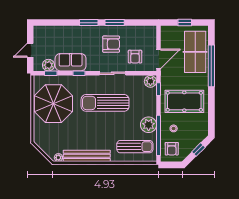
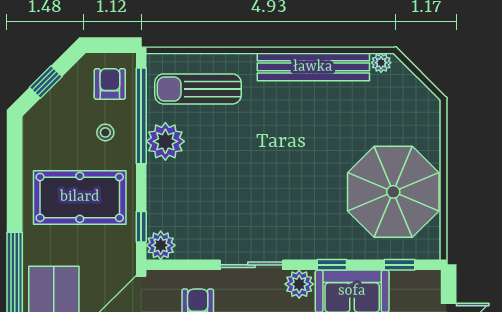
plant: (48, 65) -> (299, 284), moved
sun lounger: (105, 103) -> (270, 194), removed

